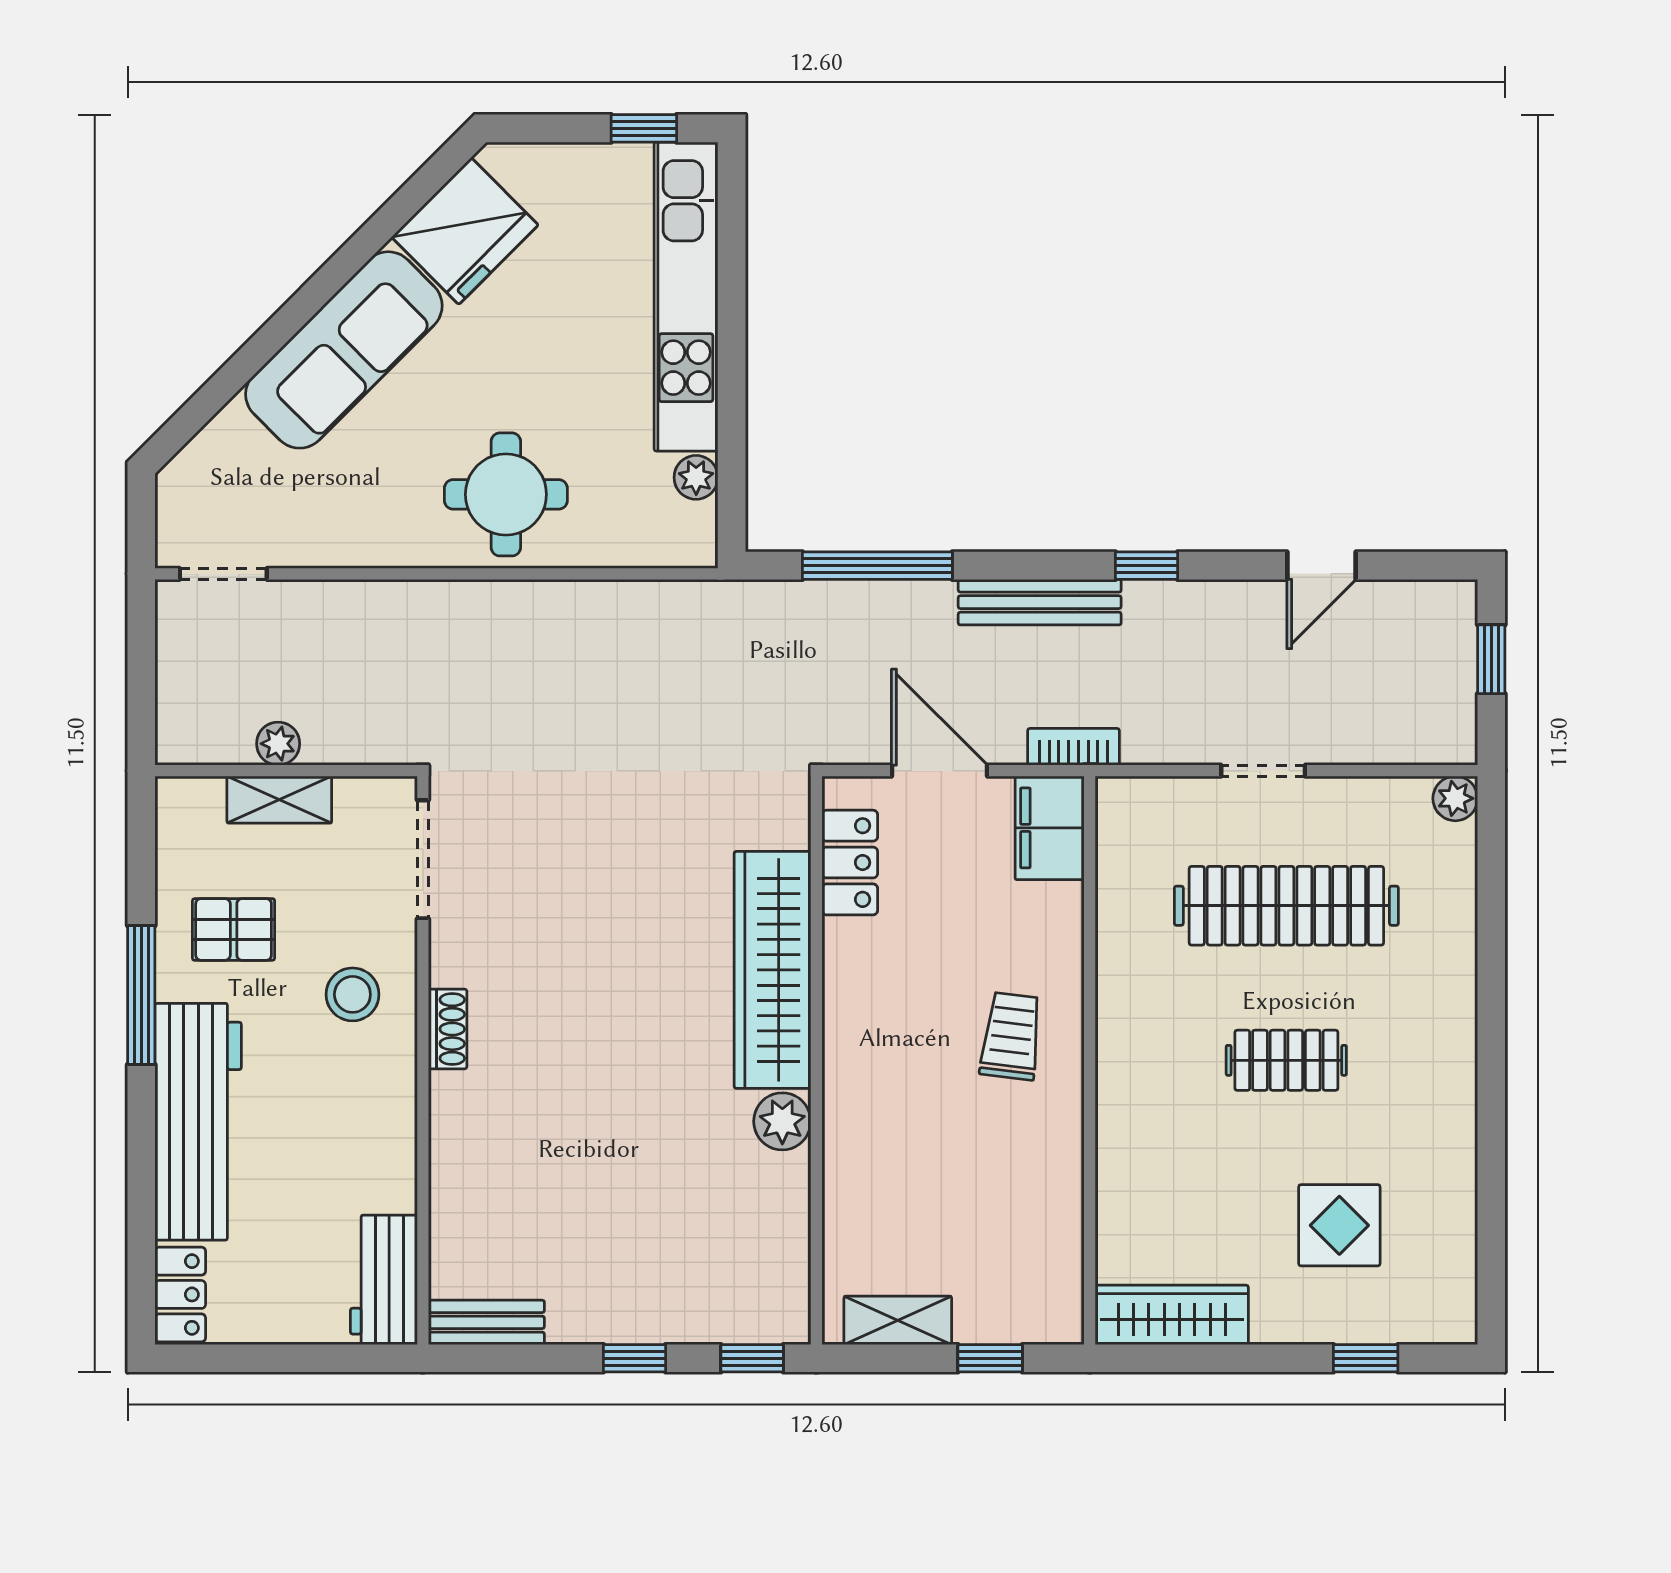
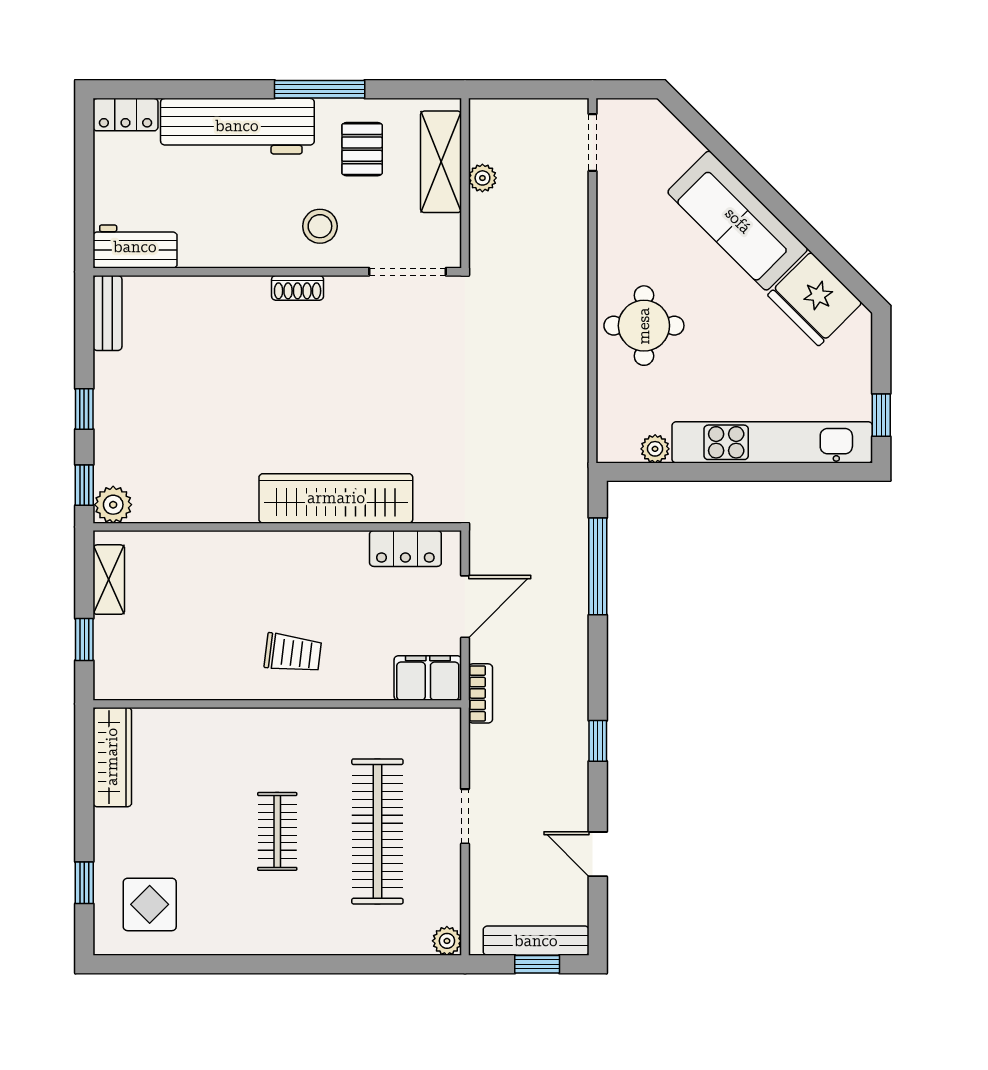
bench: (1040, 602) -> (536, 941), moved, turned 90
shelving: (279, 800) -> (441, 162), width x1.50, depth x1.33
plant: (782, 1121) -> (113, 505), moved
display table: (1339, 1225) -> (150, 904), moved

